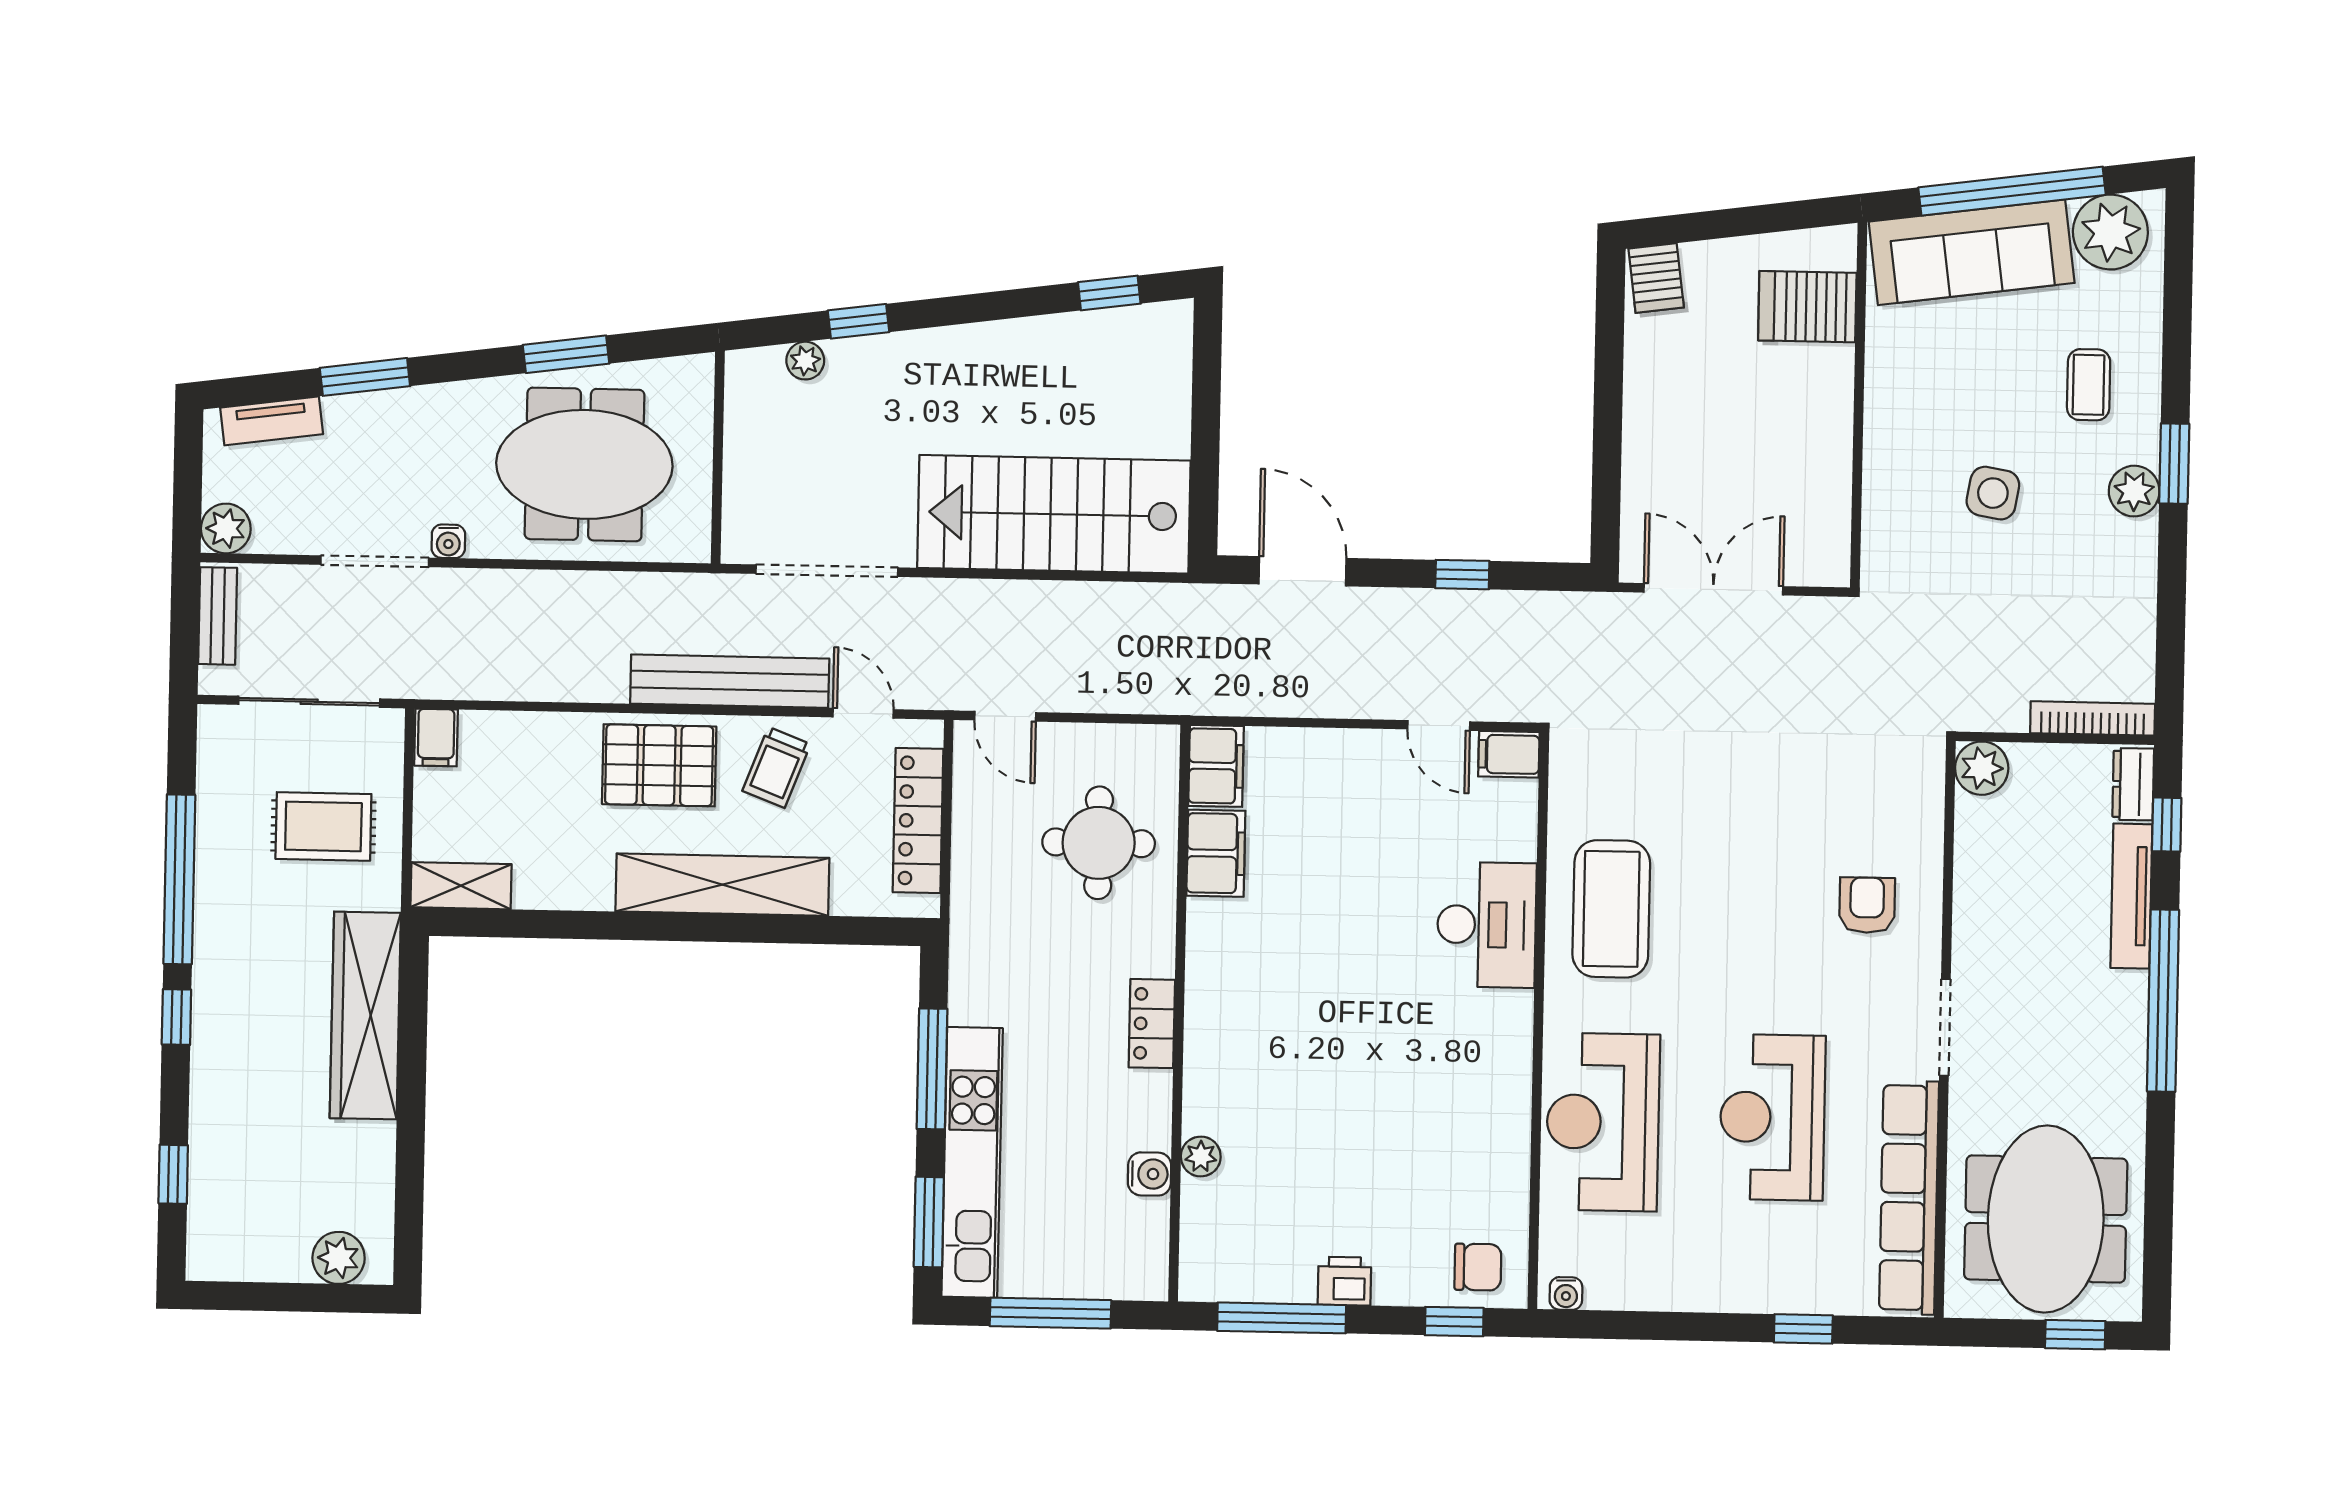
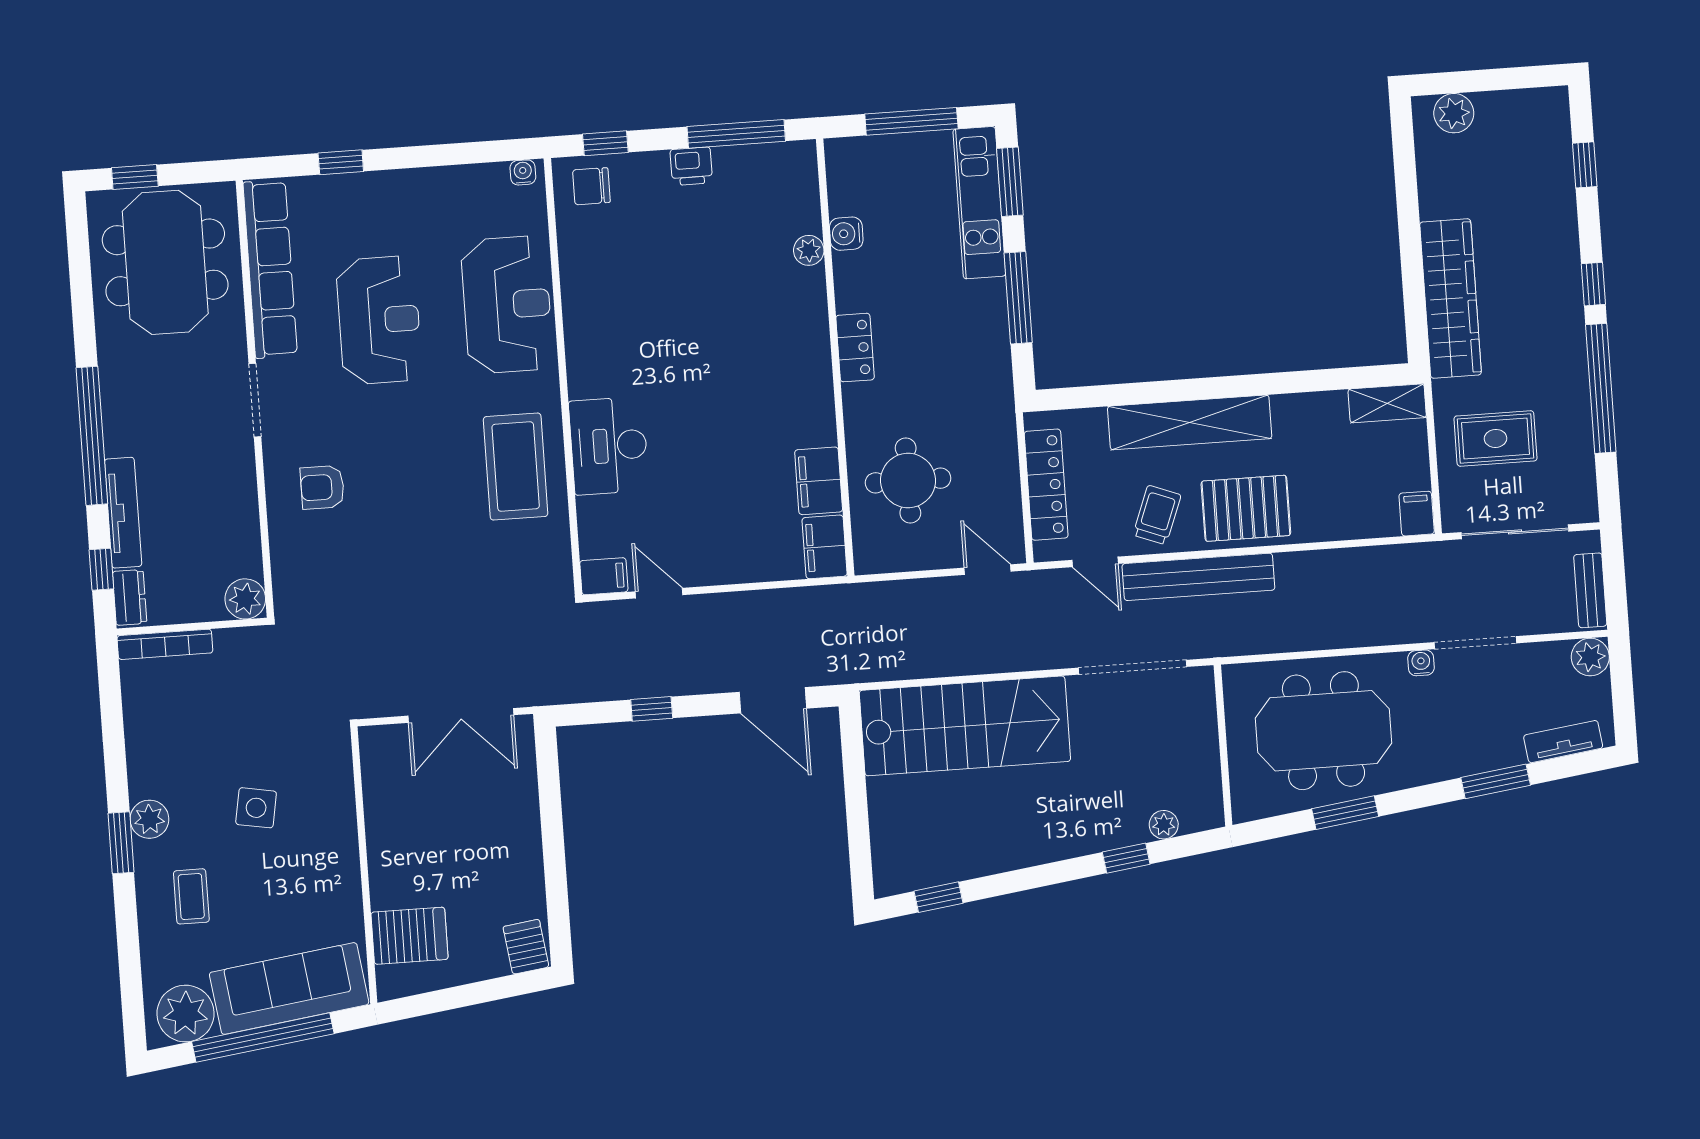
armchair: (1867, 905) -> (322, 487), turned 90
kitchen unit: (972, 1162) -> (979, 203), width x0.73

